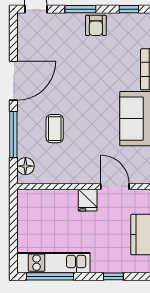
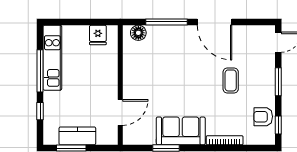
armchair: (96, 25) -> (263, 117), moved
coffee table: (55, 129) -> (231, 80), moved, turned 90
fridge: (88, 200) -> (98, 35), moved, turned -90
window: (50, 276) -> (40, 71), moved

